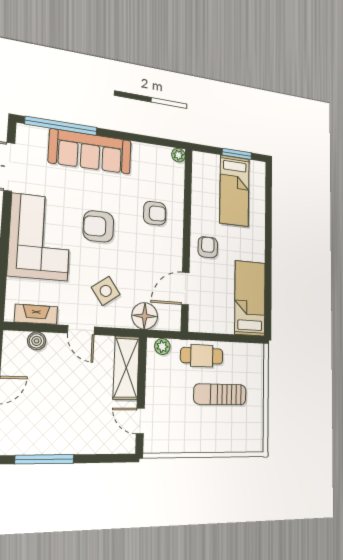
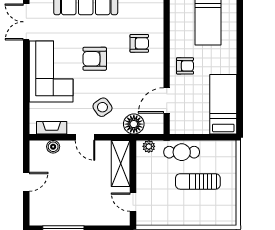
armchair: (208, 247) -> (185, 66), turned 90

